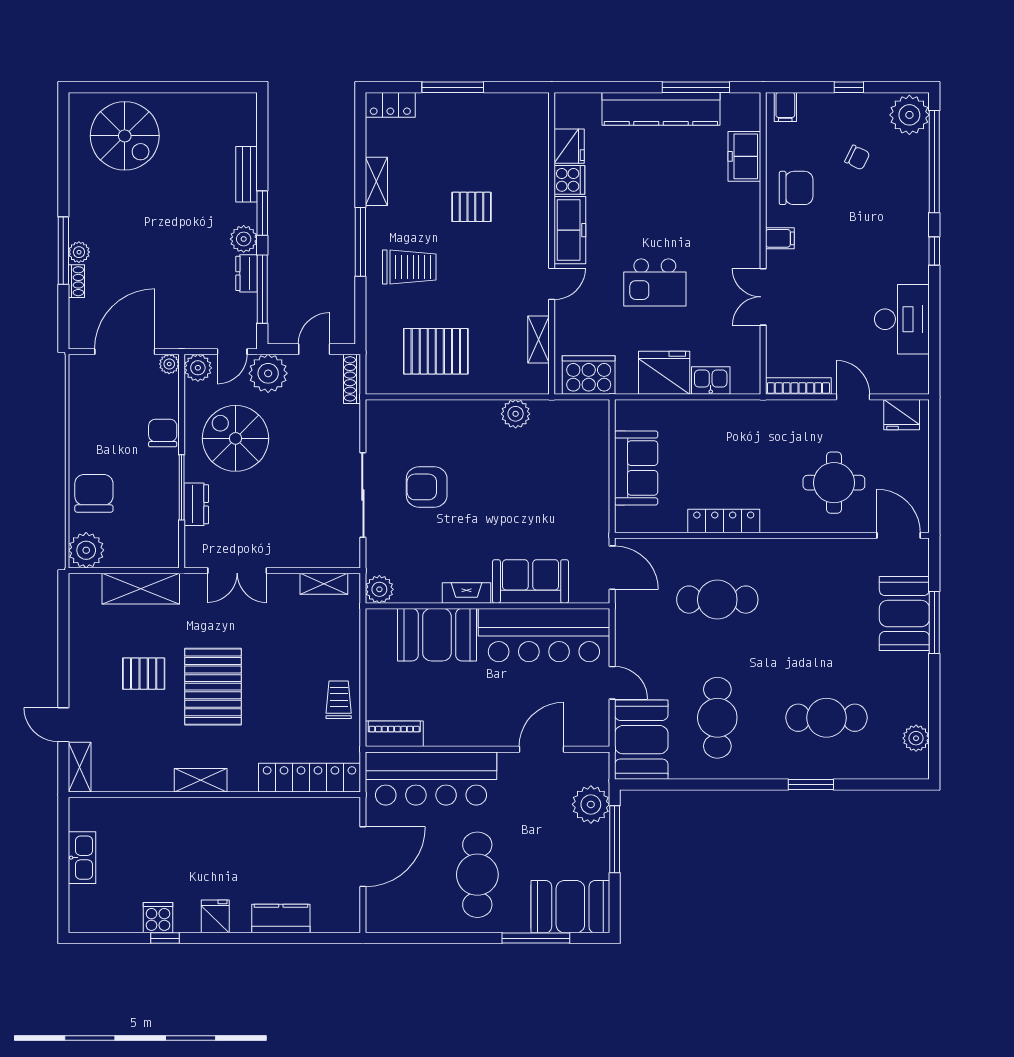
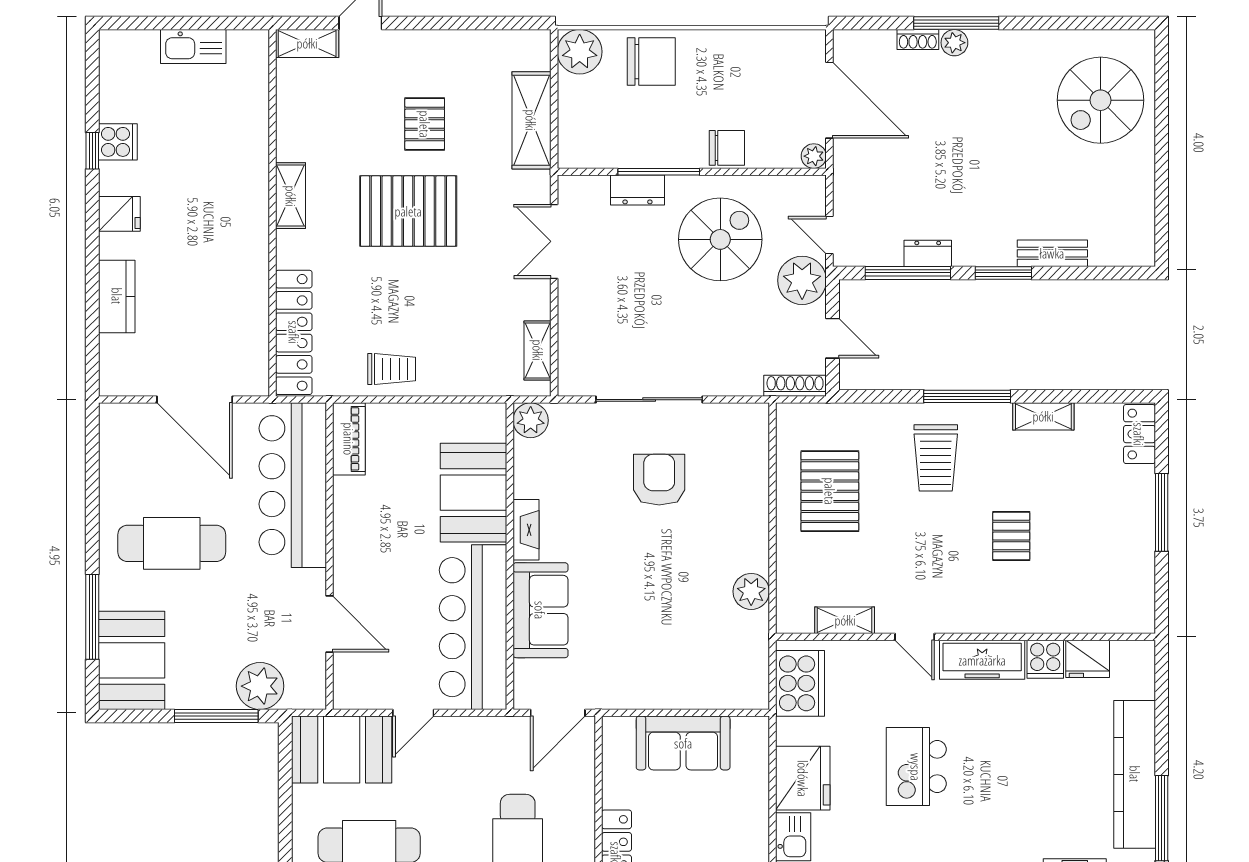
plant: (244, 239) -> (971, 250), removed
plant: (198, 368) -> (809, 192), removed

